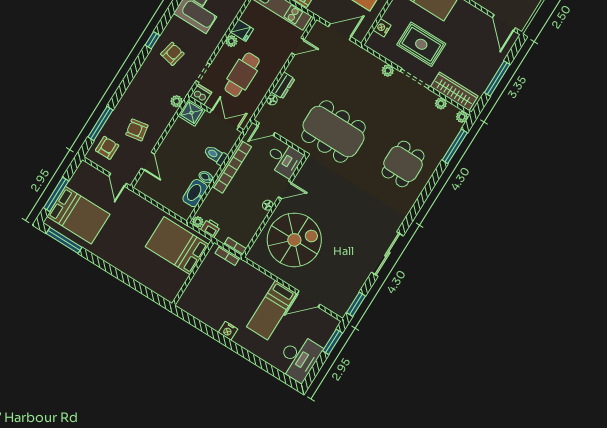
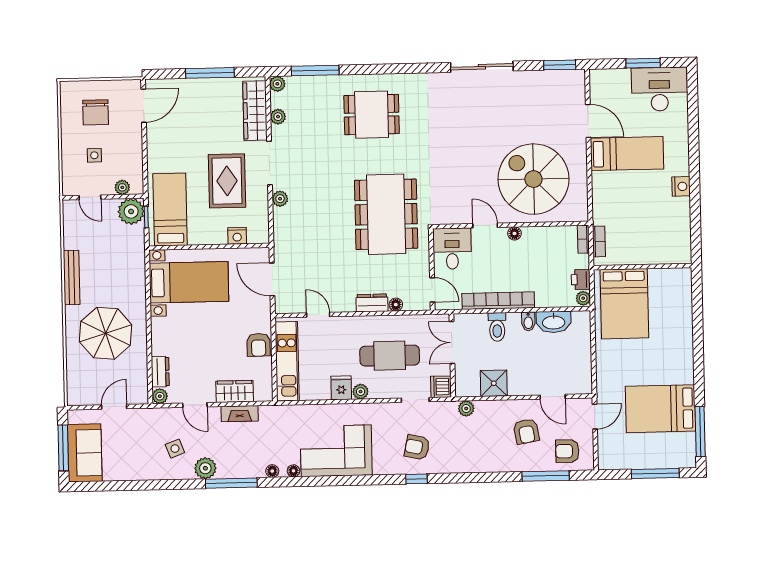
shower: (192, 113) -> (494, 383), moved
door: (148, 161) -> (553, 397), swing flipped
bed: (78, 215) -> (660, 409), moved, turned -90
window: (333, 342) -> (643, 63), moved

